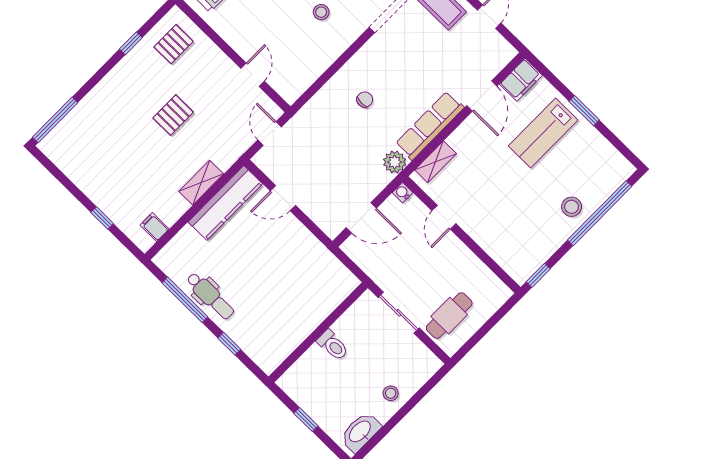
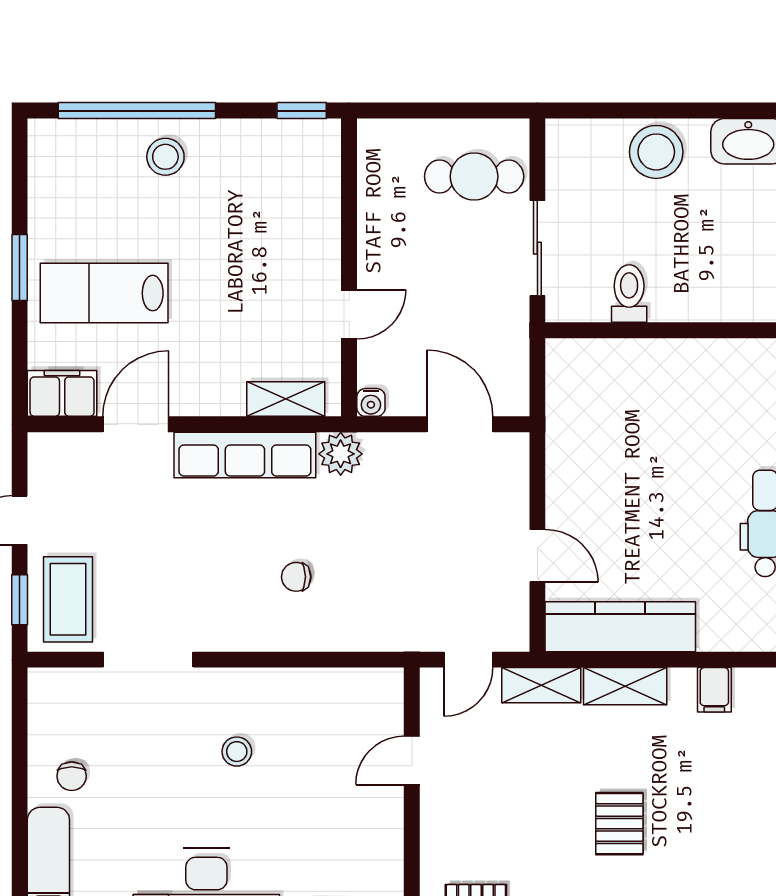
pallet: (173, 115) -> (619, 824), moved, turned 90
lab bench: (543, 133) -> (104, 293), turned 180
shelving: (233, 151) -> (541, 685), added
filing cabinet: (154, 227) -> (714, 690), moved
toilet: (333, 345) -> (629, 293), moved
stool: (391, 393) -> (656, 152), width x1.89, depth x1.89

